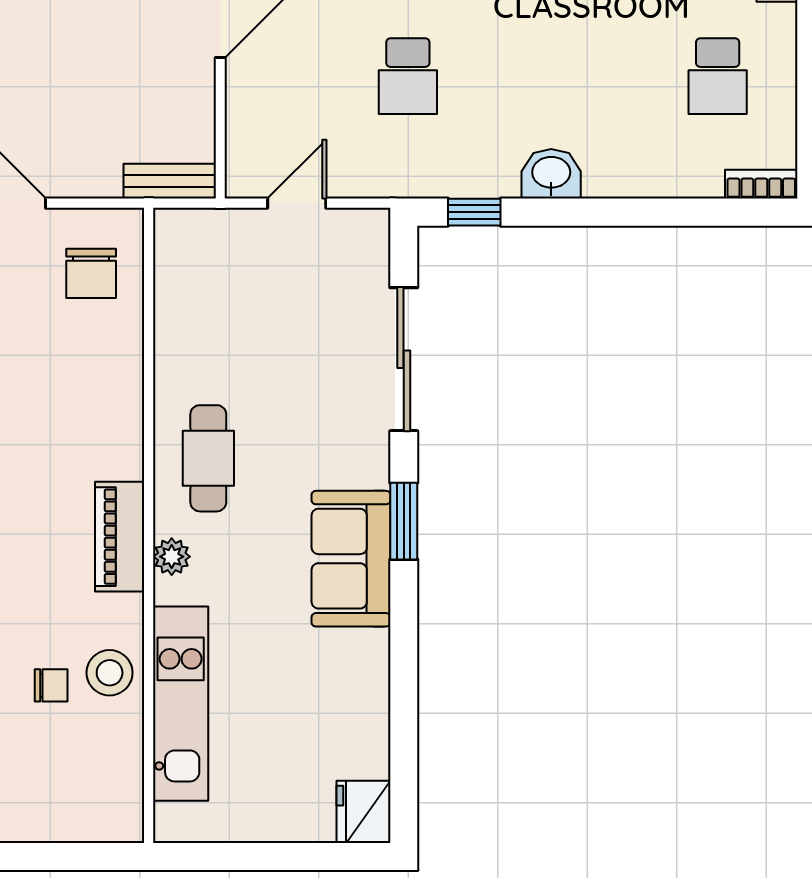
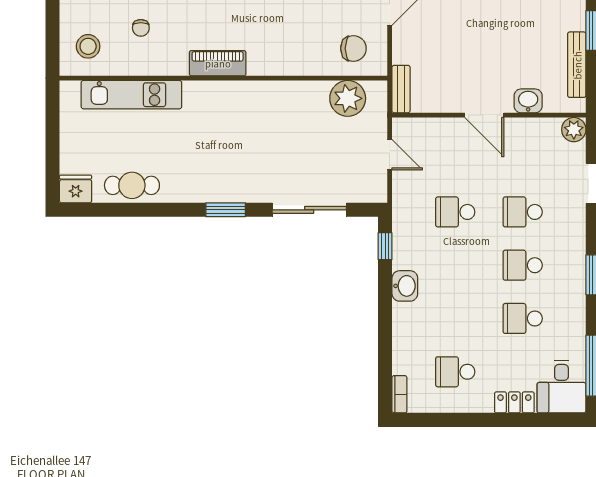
chair: (91, 273) -> (353, 48), turned 180
cafe table: (208, 458) -> (132, 185), moved
plant: (172, 557) -> (348, 98), moved, width x1.88, depth x1.88
sofa: (351, 559) -> (206, 183), removed
stool: (110, 673) -> (88, 46), moved

